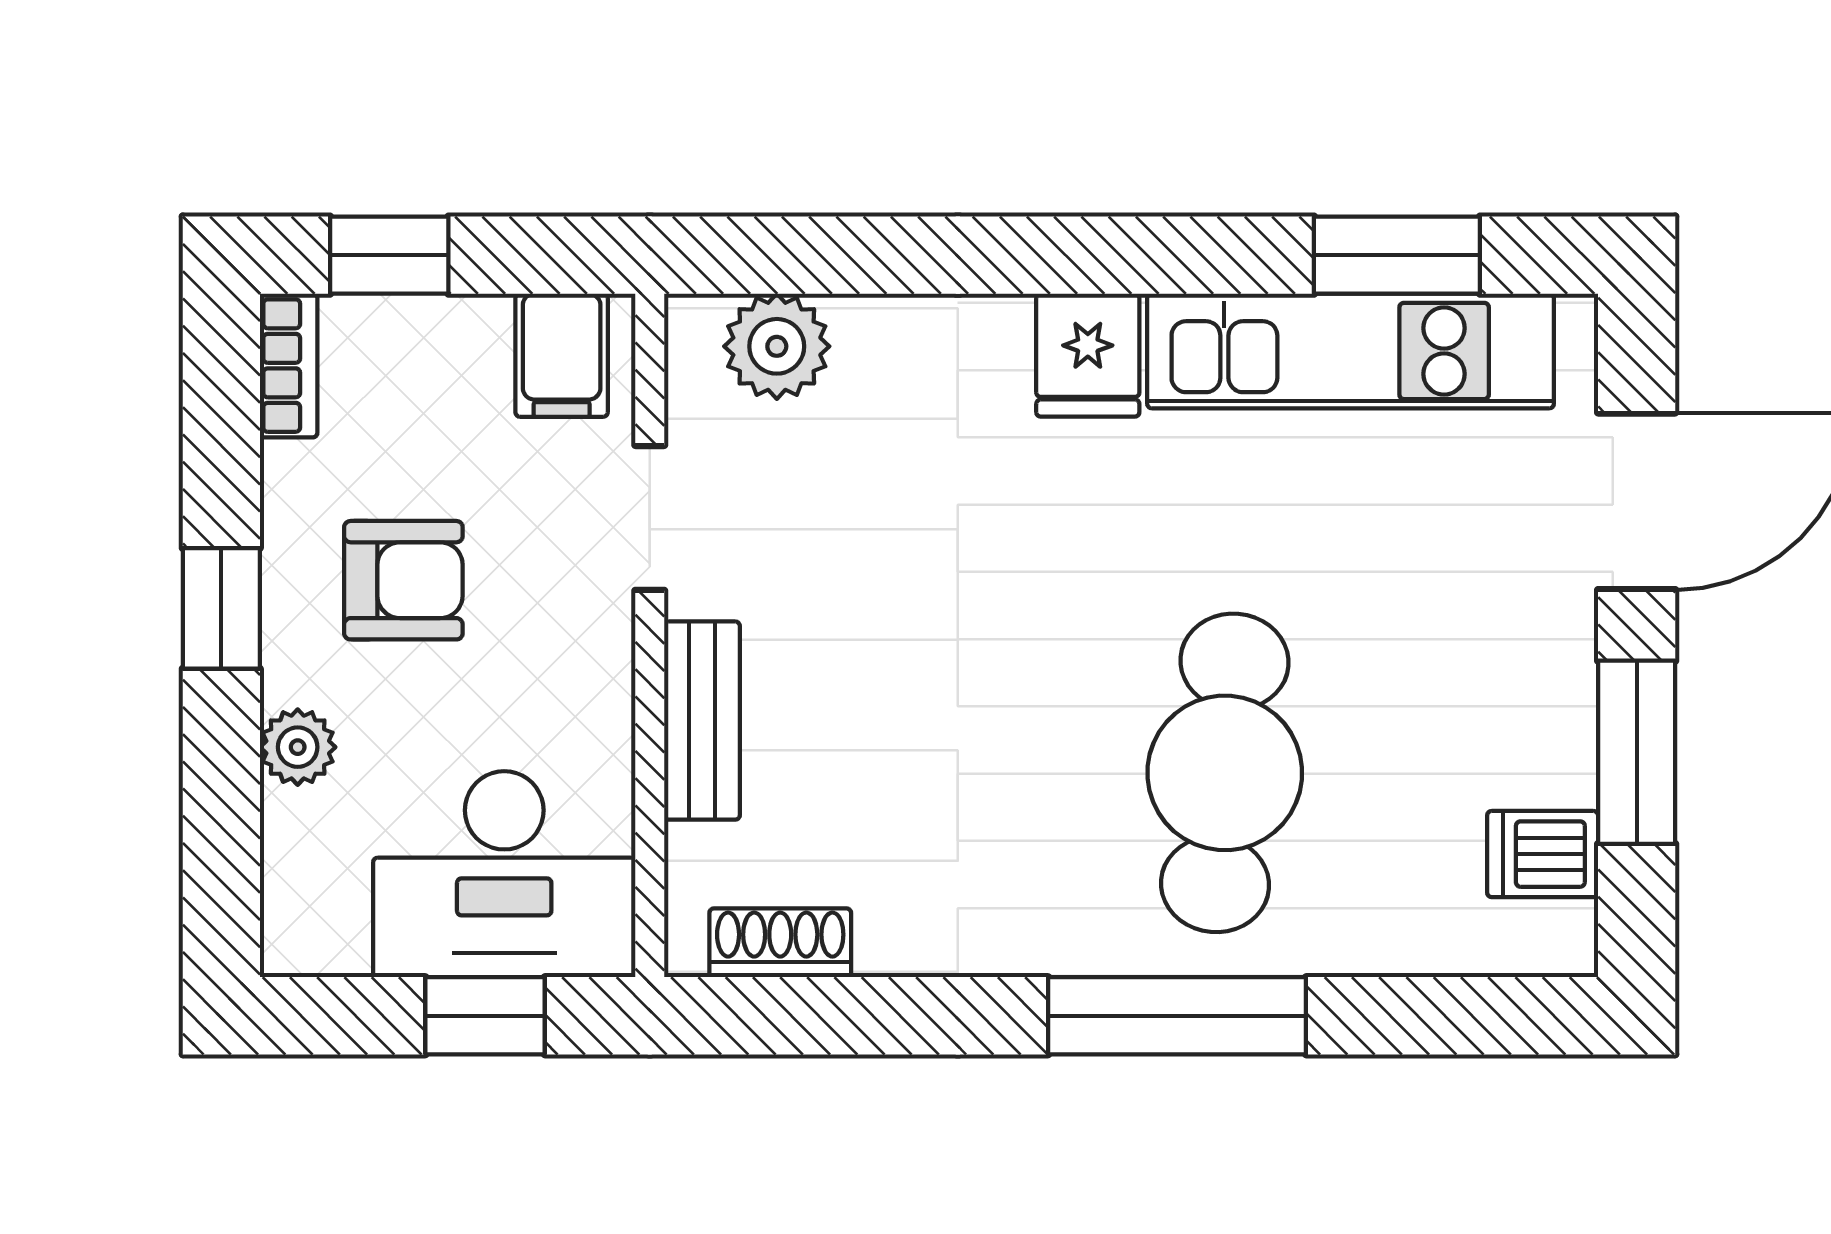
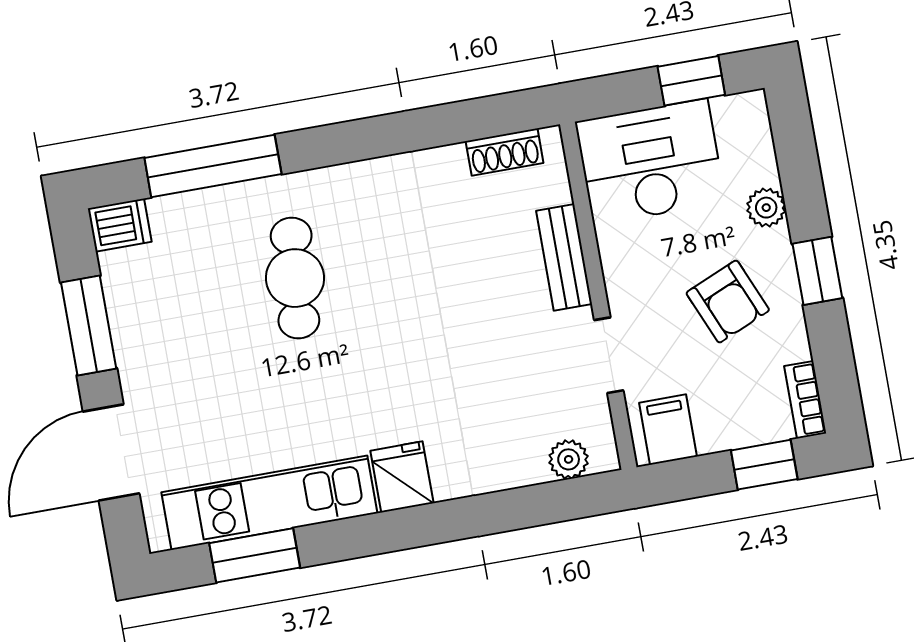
plant: (777, 346) -> (569, 459), width x0.73, depth x0.73
armchair: (403, 580) -> (728, 302), turned -113
cafe table: (1225, 773) -> (295, 278), width x0.73, depth x0.74
dishwasher: (1543, 854) -> (120, 225), moved
window: (485, 1016) -> (691, 81), moved
window: (1177, 1016) -> (213, 166), moved

